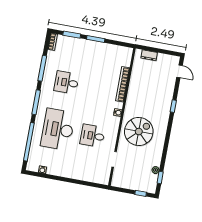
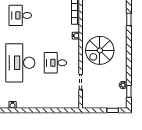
spiral stairs: (139, 132) -> (100, 50), turned 180

